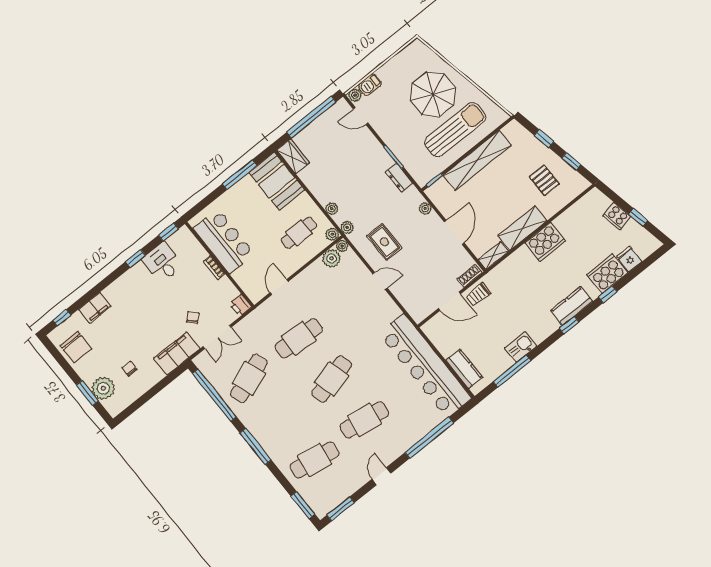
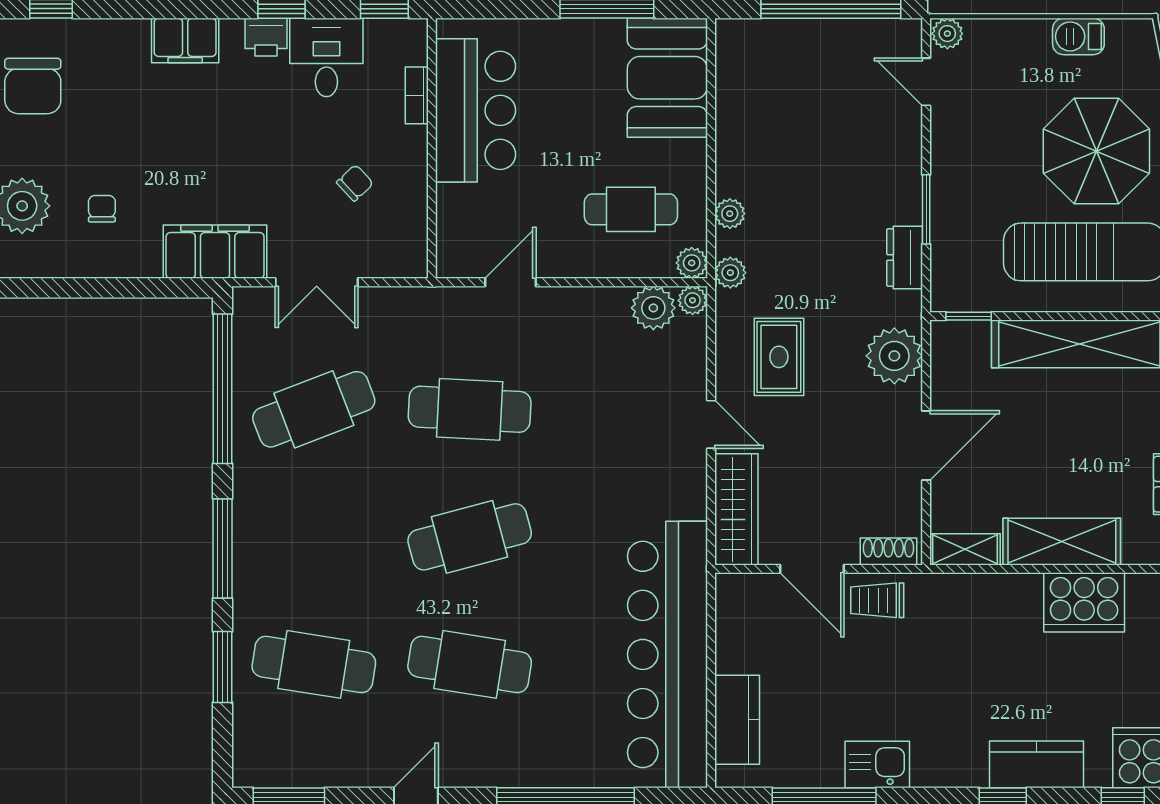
barbecue: (370, 85) -> (1078, 36), moved
wardrobe: (293, 156) -> (736, 509), moved, width x1.50
plant: (425, 208) -> (894, 356), width x1.88, depth x1.88
bookcase: (214, 268) -> (417, 95), moved
printer: (240, 305) -> (266, 37), moved, turned -90
filing cabinet: (95, 308) -> (185, 40), moved
chair: (193, 318) -> (355, 183), moved
window: (303, 505) -> (223, 667), moved

